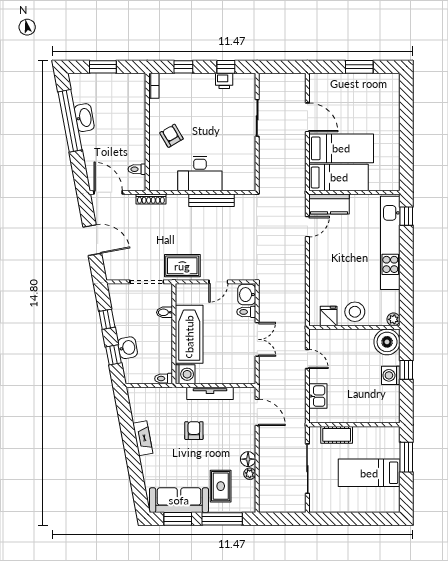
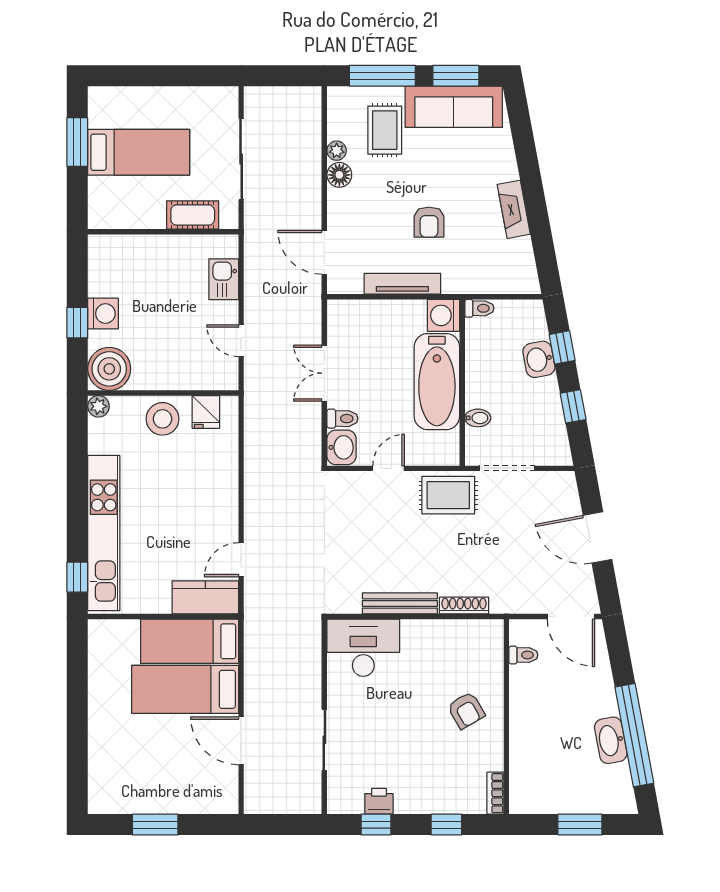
desk: (200, 174) -> (363, 648), moved
shoe rack: (151, 199) -> (464, 606), moved
window: (406, 457) -> (77, 142), moved

